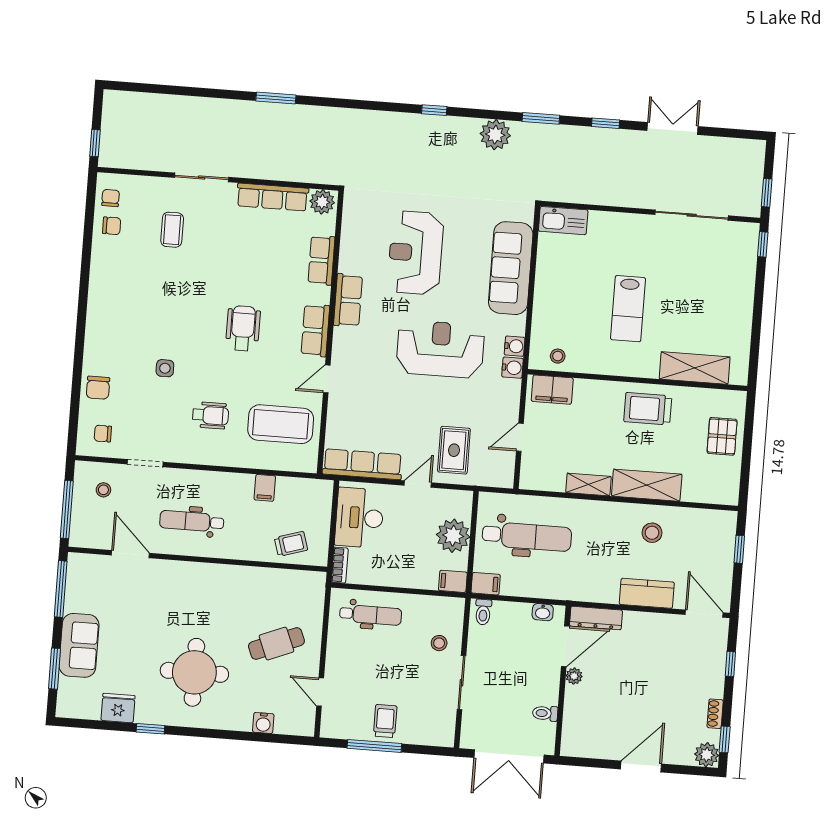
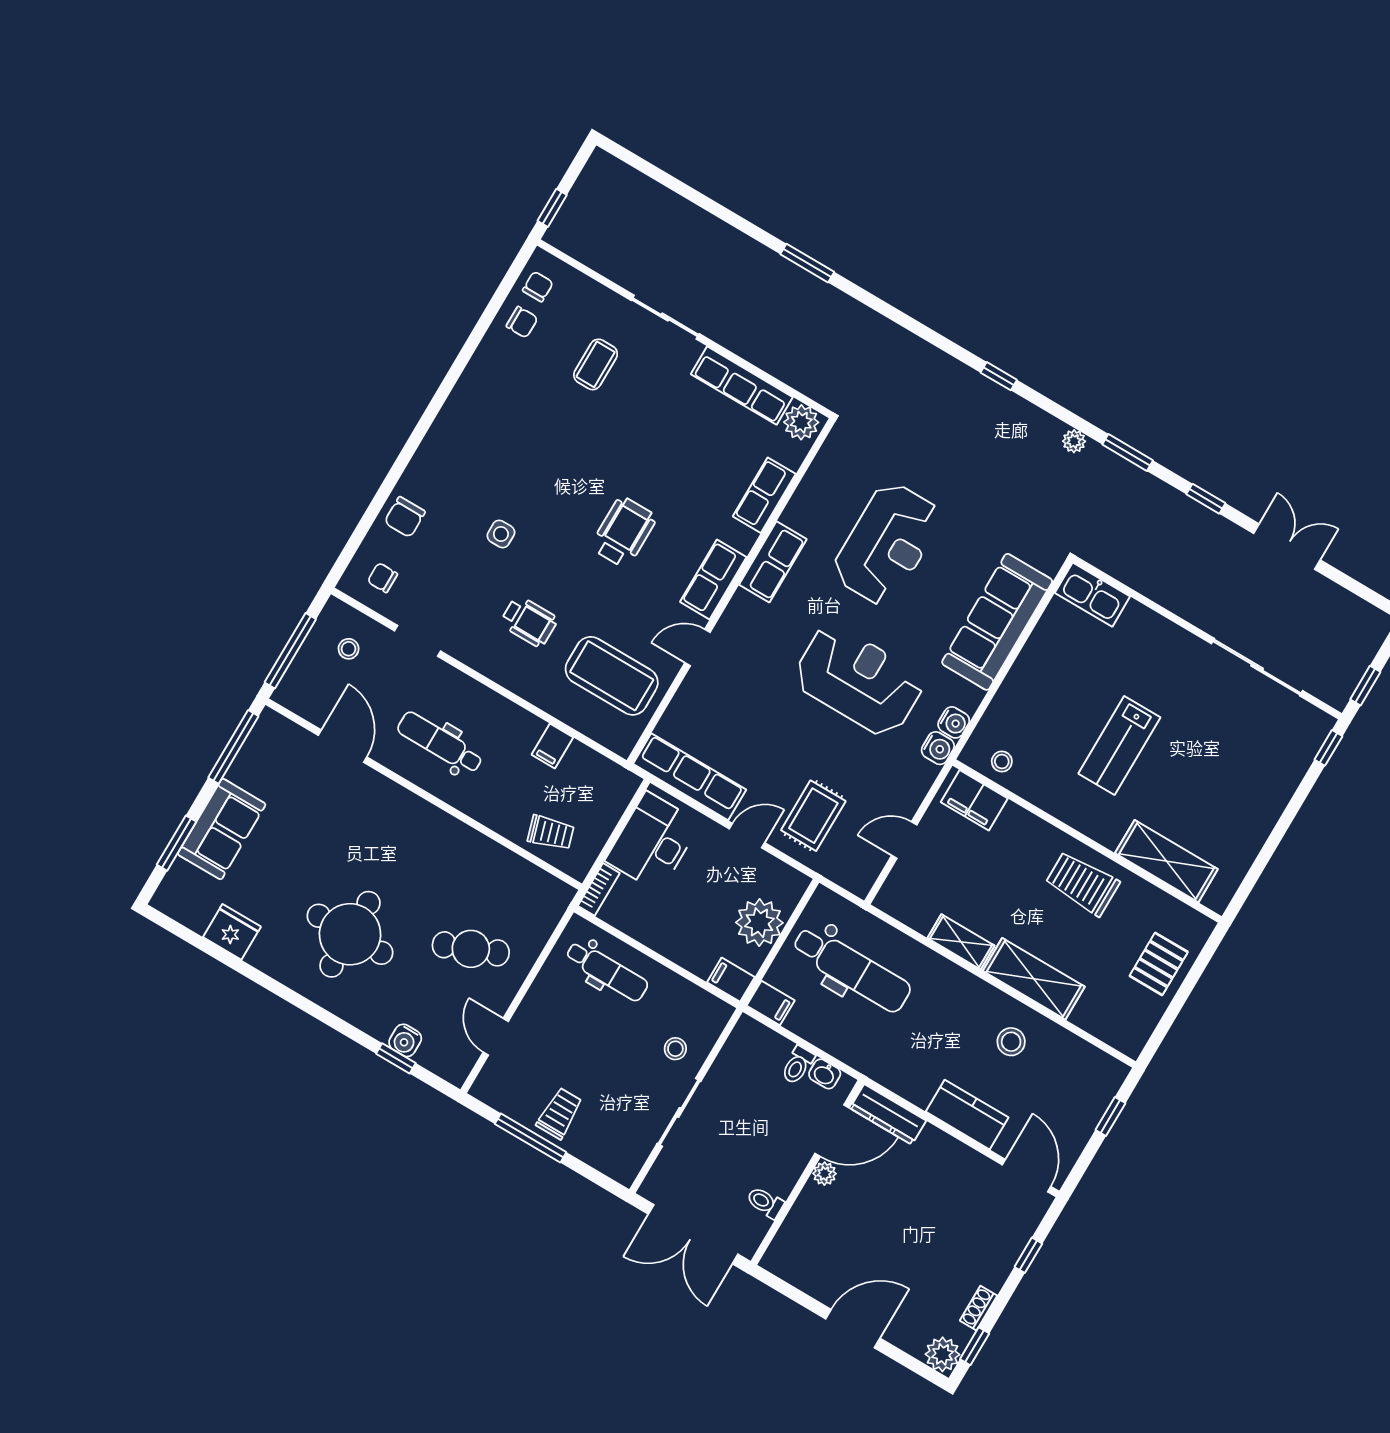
plant: (495, 135) -> (1074, 441), width x0.53, depth x0.53
reception desk: (415, 253) -> (887, 544), turned 180
toilet: (483, 612) -> (798, 1065), moved
window: (150, 729) -> (396, 1058), moved

